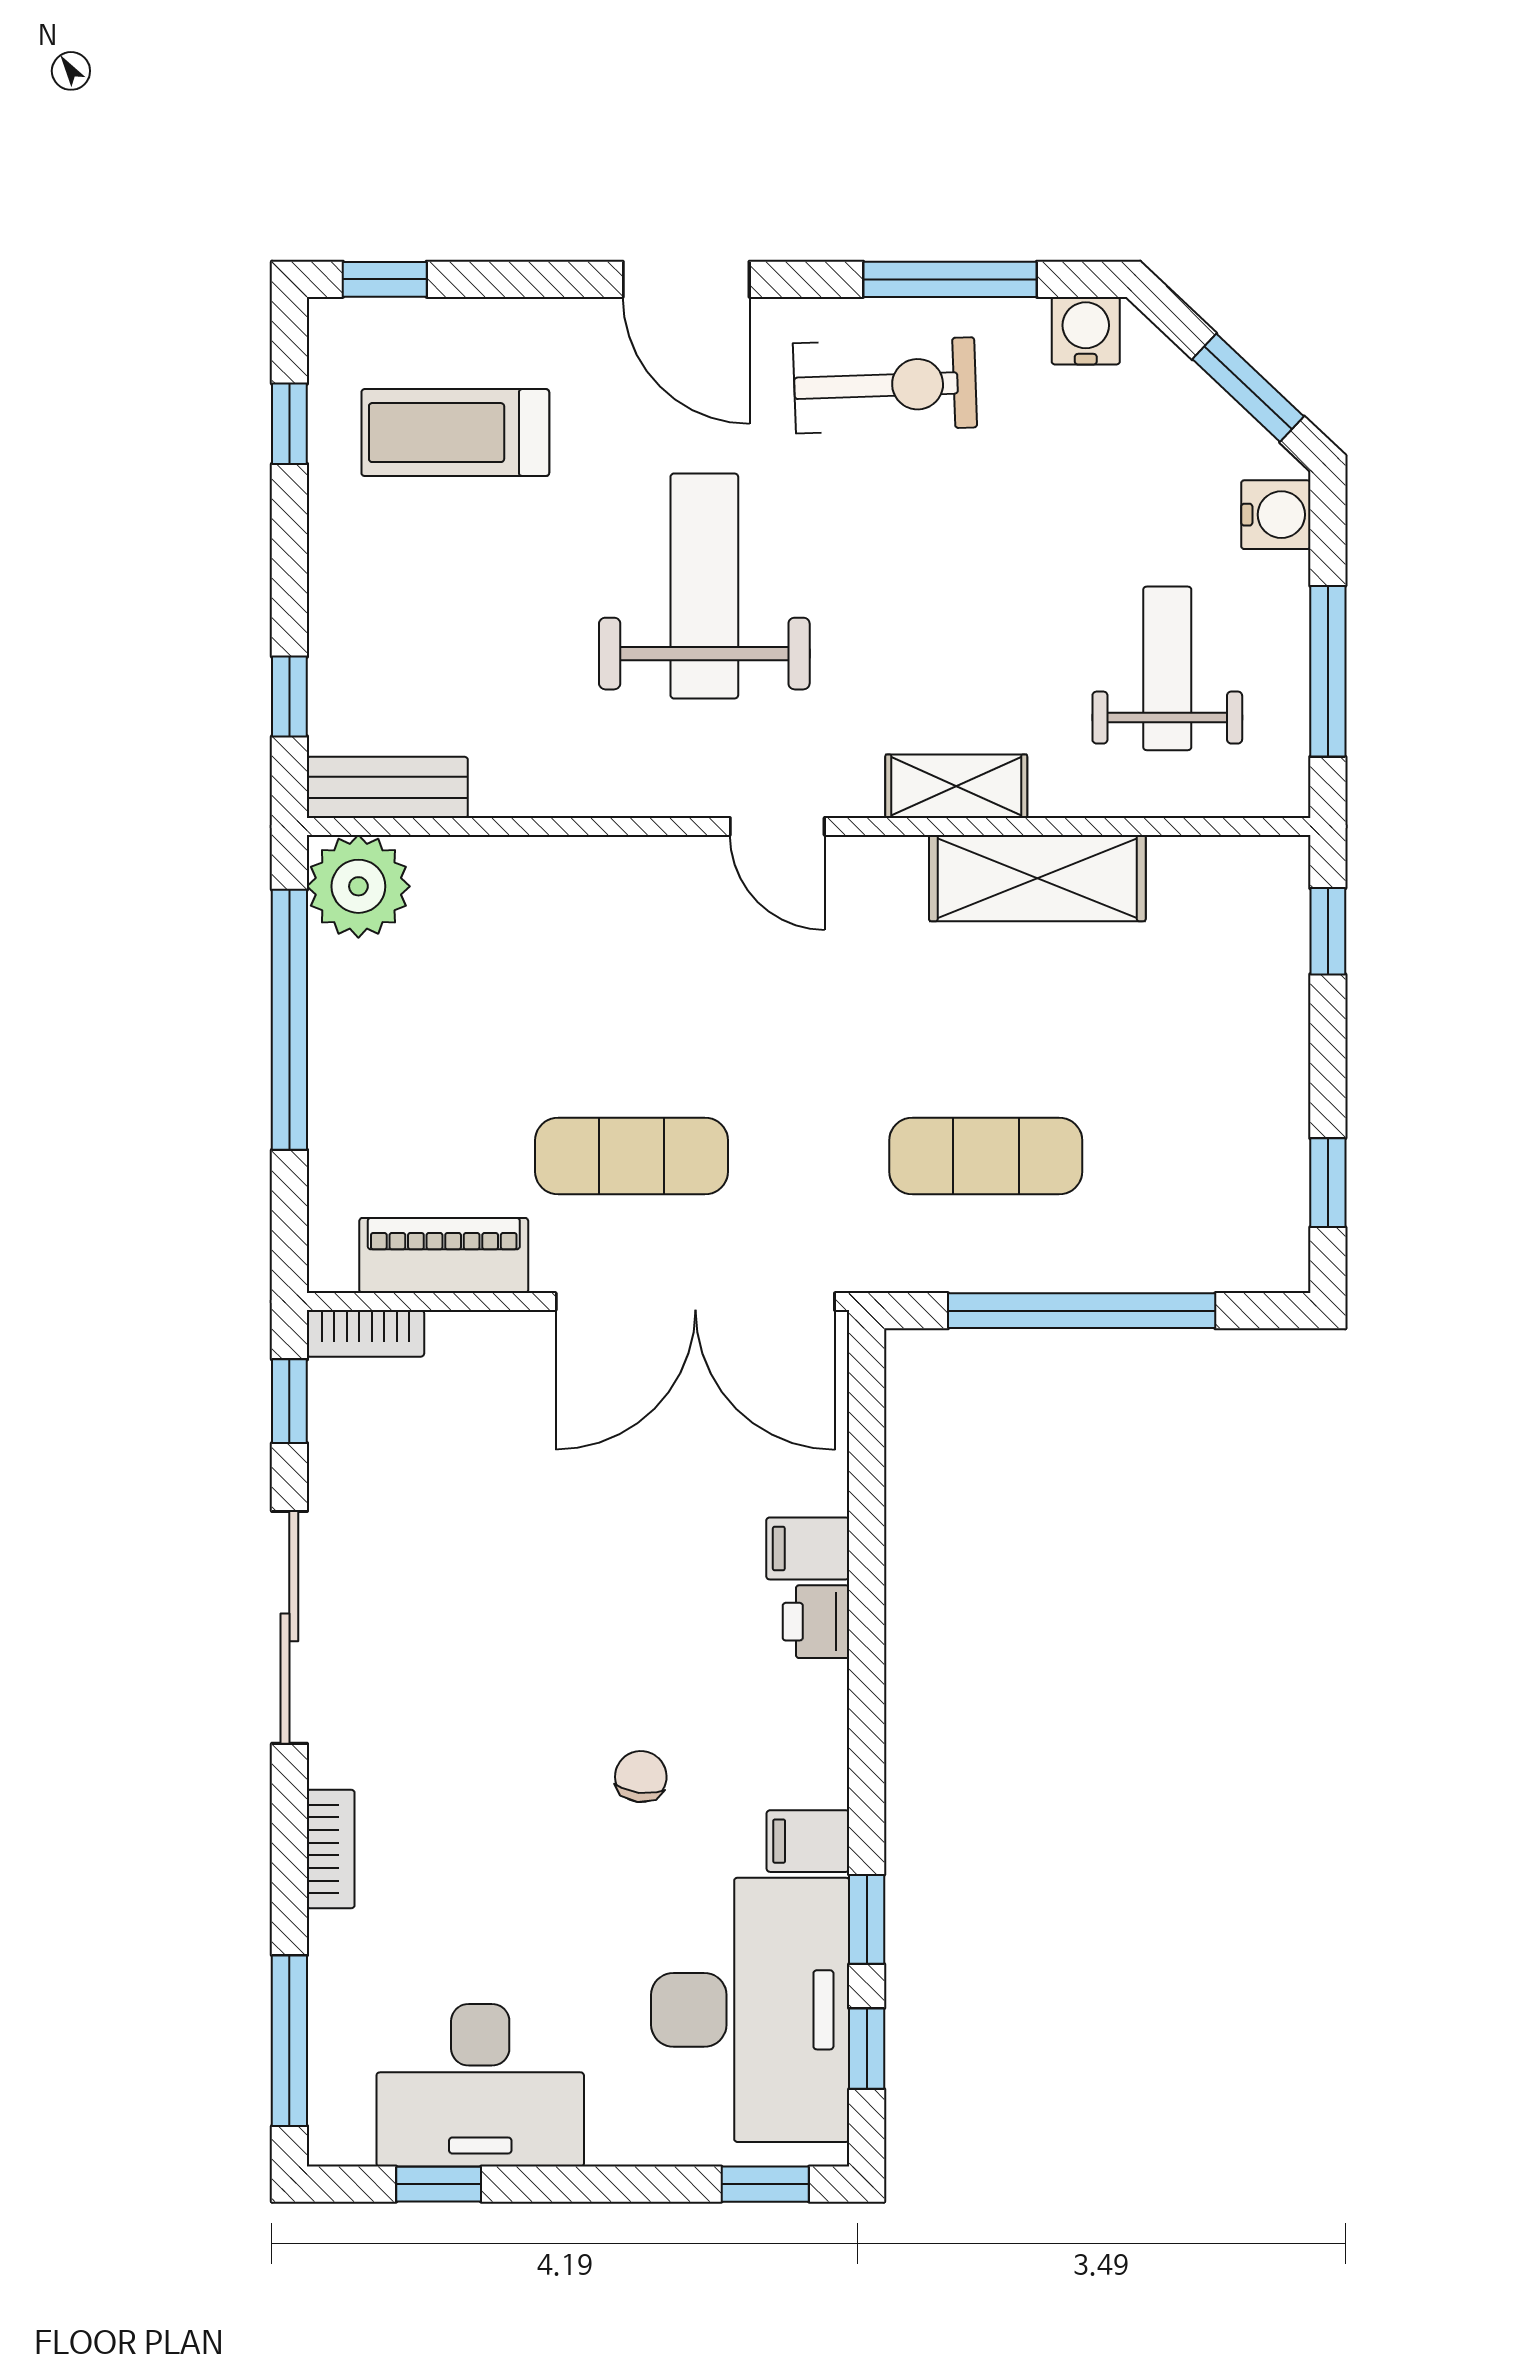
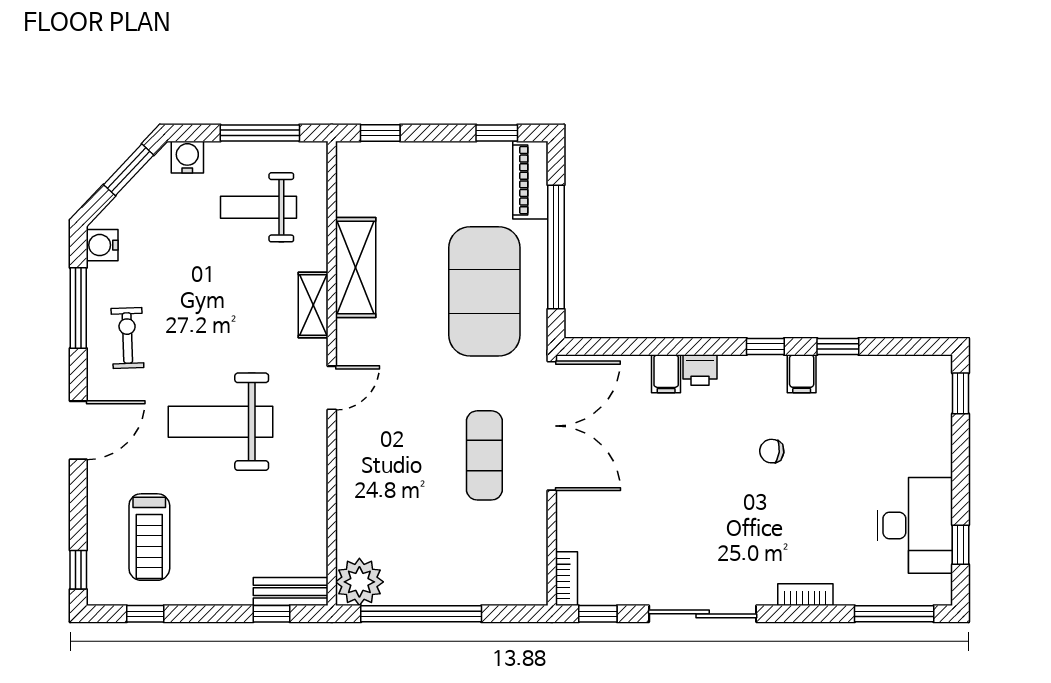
exercise bike: (885, 385) -> (127, 338), width x0.73, depth x0.72
bench: (387, 787) -> (291, 592), moved, turned 90
exercise mat: (986, 1156) -> (484, 291), width x2.00, depth x1.45
piano: (444, 1255) -> (530, 180), moved
desk: (750, 2010) -> (880, 400), removed
window: (867, 2049) -> (765, 347), moved

